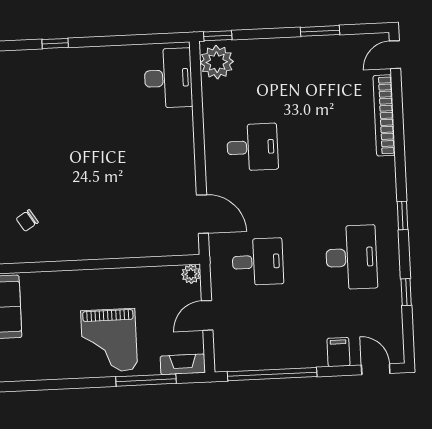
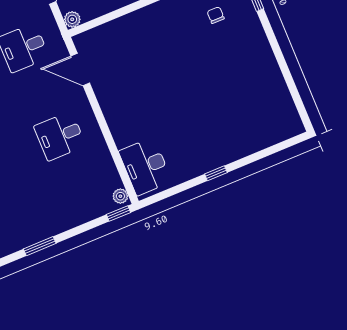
window: (55, 43) -> (216, 173), moved
plant: (217, 62) -> (120, 196), width x0.53, depth x0.53
chair: (27, 220) -> (216, 15), turned -58

